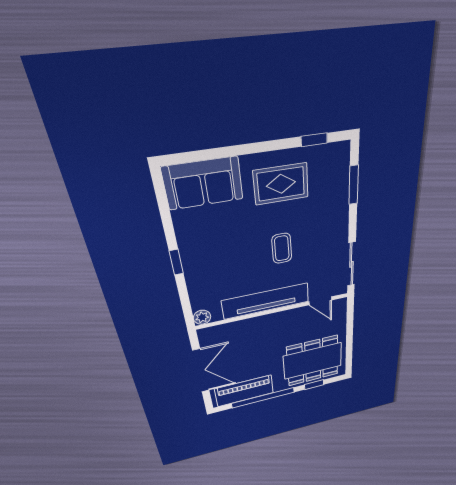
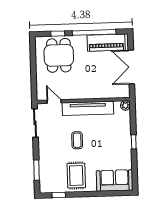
rug: (281, 184) -> (76, 176), turned 90
dining table: (313, 361) -> (59, 55), width x0.73

